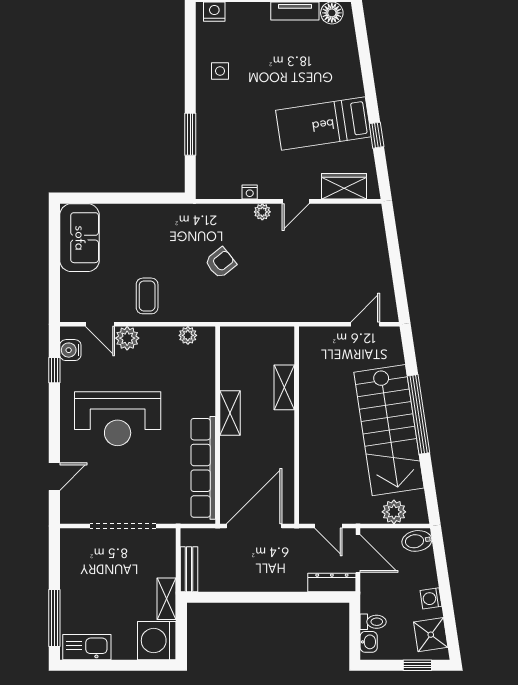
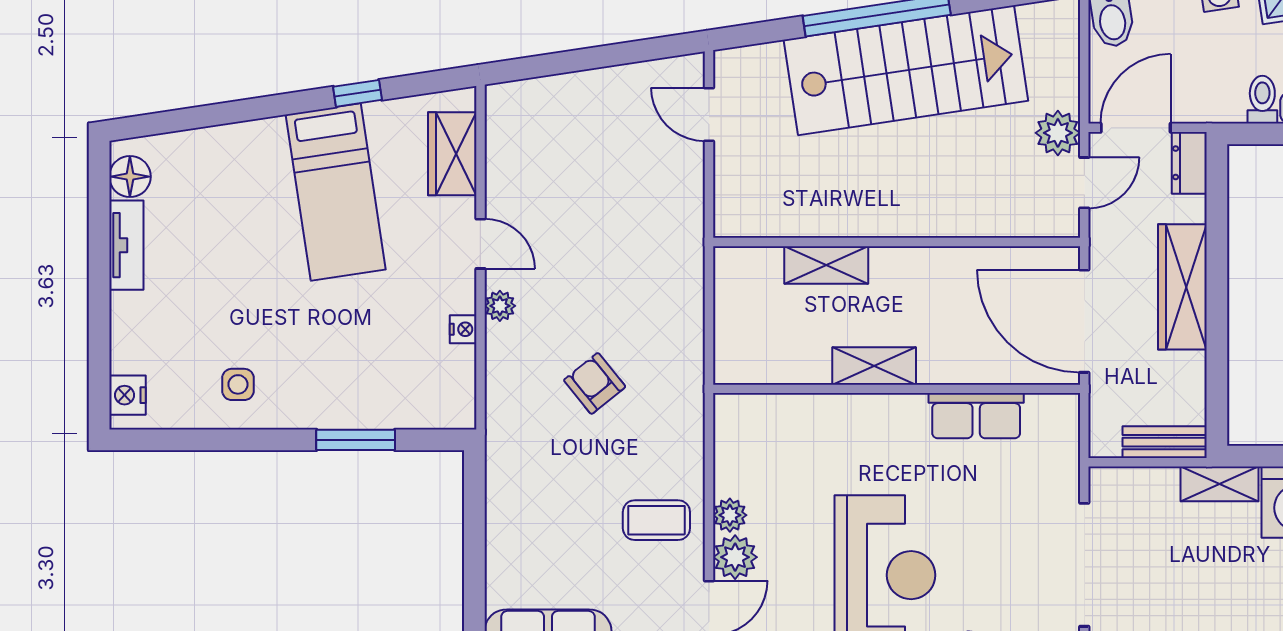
plant: (188, 335) -> (730, 515), moved
row of seats: (203, 468) -> (976, 416), width x0.50
plant: (394, 512) -> (1058, 133), moved
wardrobe: (272, 579) -> (1182, 287), added
dresser: (332, 582) -> (1189, 163), width x0.70

